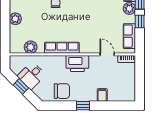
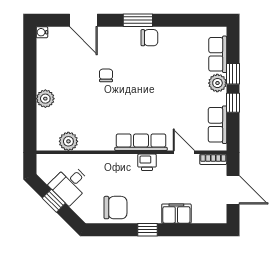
row of seats: (62, 48) -> (141, 142), moved
printer: (77, 64) -> (147, 162), width x0.53, depth x0.68
door: (140, 79) -> (233, 190), added
filing cabinet: (102, 95) -> (176, 214), width x2.00

